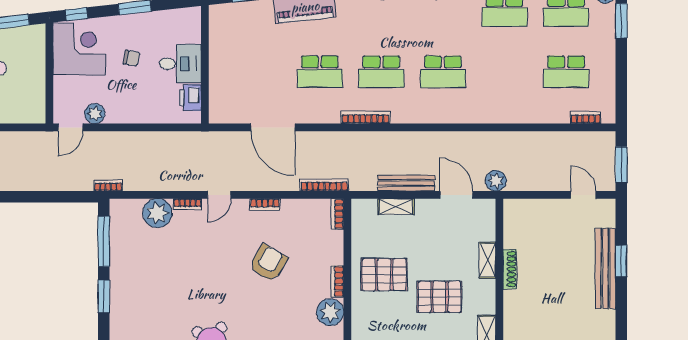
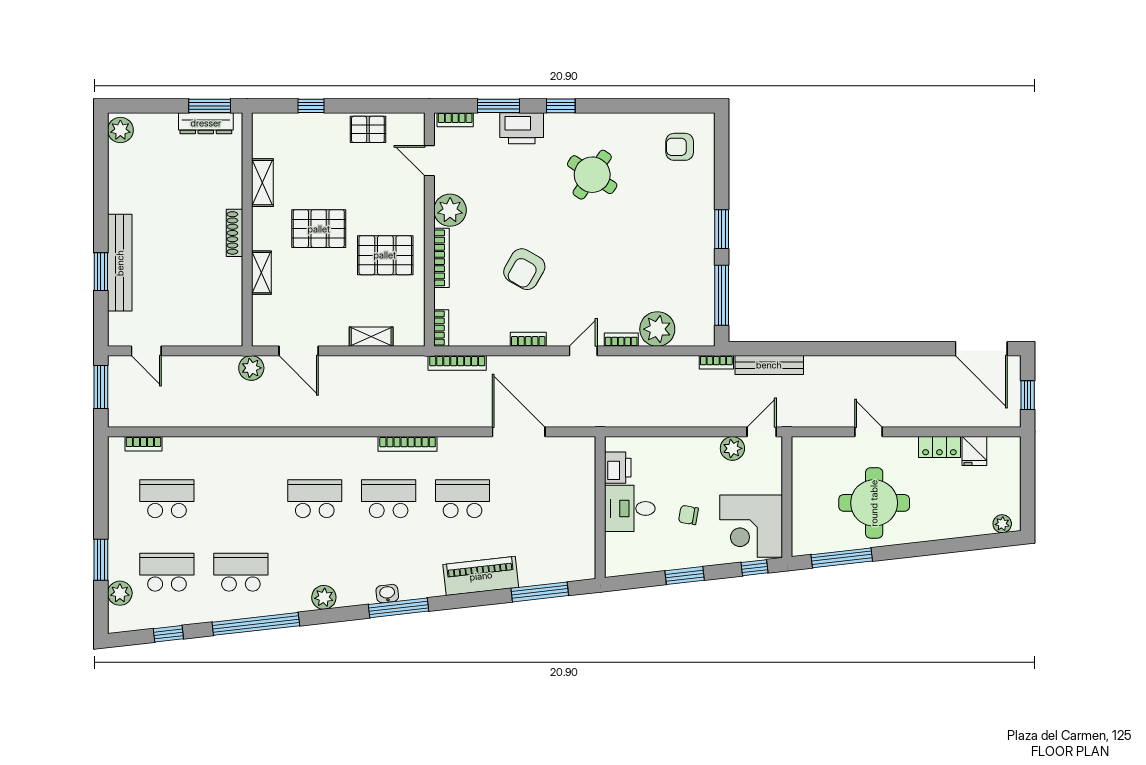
bench: (406, 183) -> (769, 365), moved
shoe rack: (510, 269) -> (235, 233), moved
bookcase: (337, 281) -> (441, 258), width x1.56

